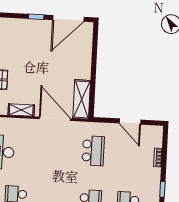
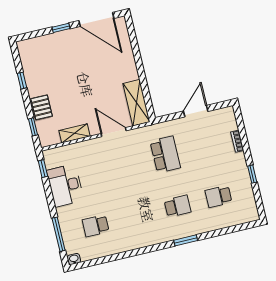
door: (68, 18) -> (96, 19), hinge flipped
door: (55, 119) -> (114, 132), width x0.73
door: (130, 121) -> (196, 111), swing flipped

